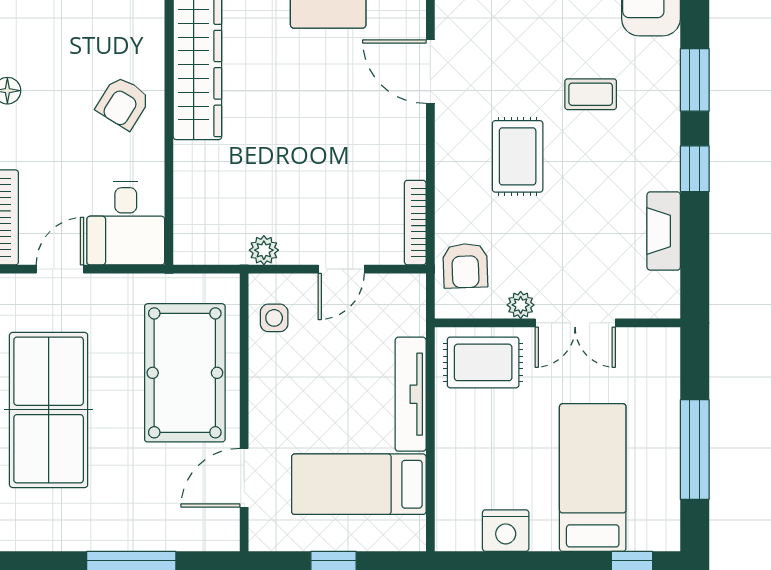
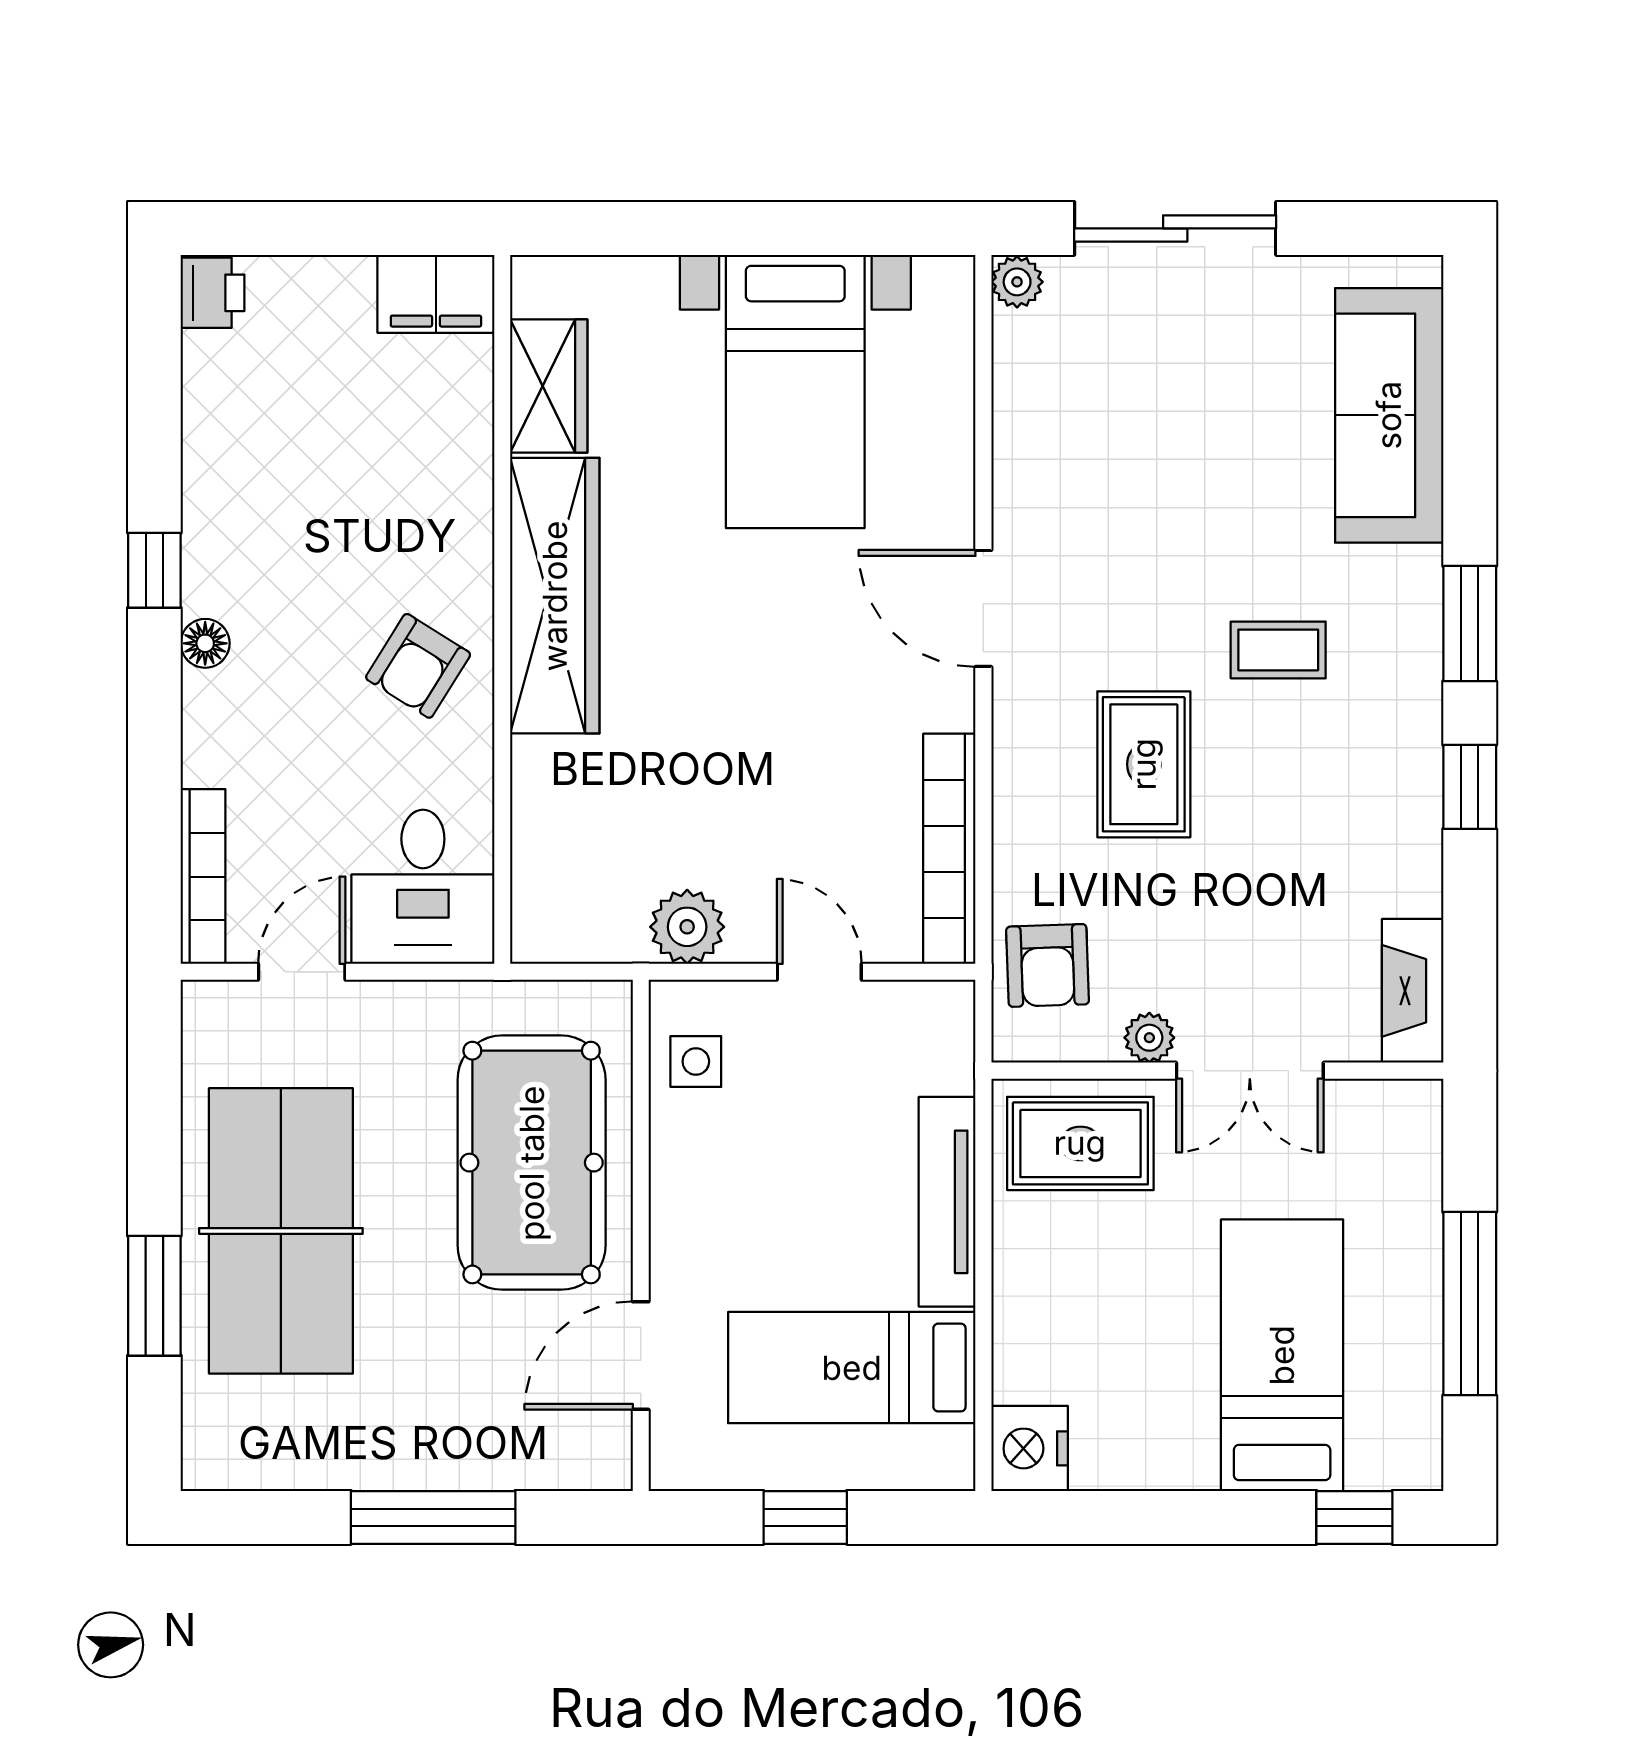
bookcase: (415, 223) -> (949, 849), width x1.48, depth x1.31
fireplace: (664, 231) -> (1413, 991), moved
plant: (264, 250) -> (687, 927), width x1.38, depth x1.38
door: (341, 269) -> (819, 972), swing flipped
nightstand: (506, 531) -> (1030, 1448), moved, turned 90

